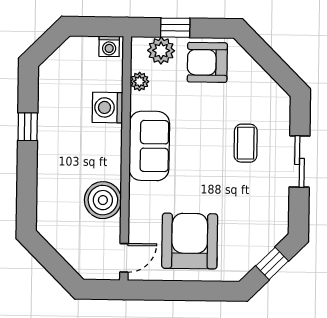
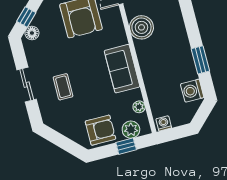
washing machine: (108, 108) -> (192, 91), moved, turned 180
window: (28, 127) -> (200, 60), width x1.50
floor lamp: (270, 237) -> (32, 33), added

